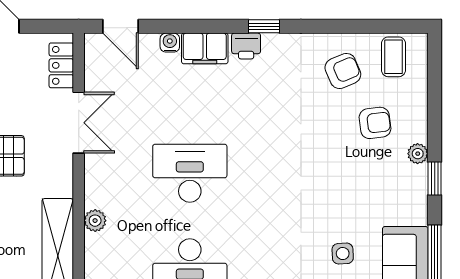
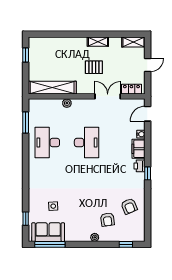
coffee table: (393, 57) -> (135, 227), removed
double door: (79, 123) -> (108, 96), swing flipped
window: (435, 178) -> (126, 244), moved

